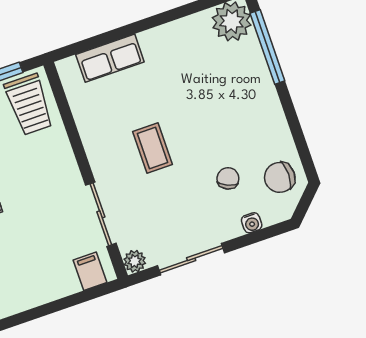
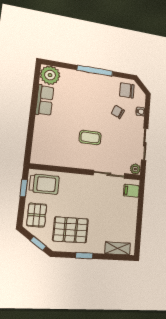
window: (267, 47) -> (95, 71), moved
row of seats: (110, 58) -> (45, 100), moved
chair: (280, 177) -> (127, 90), turned 90

